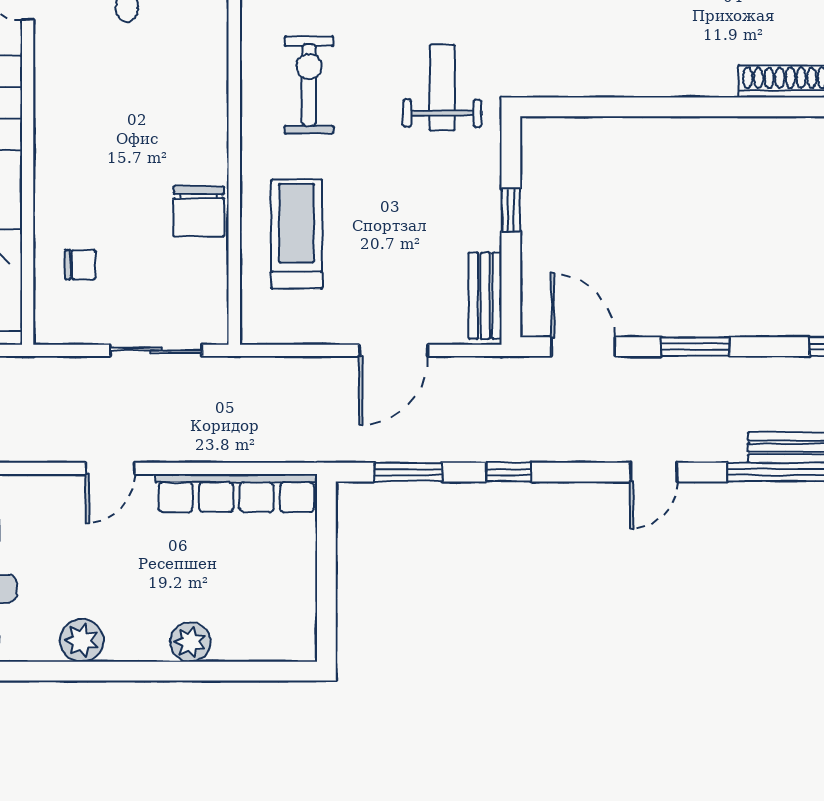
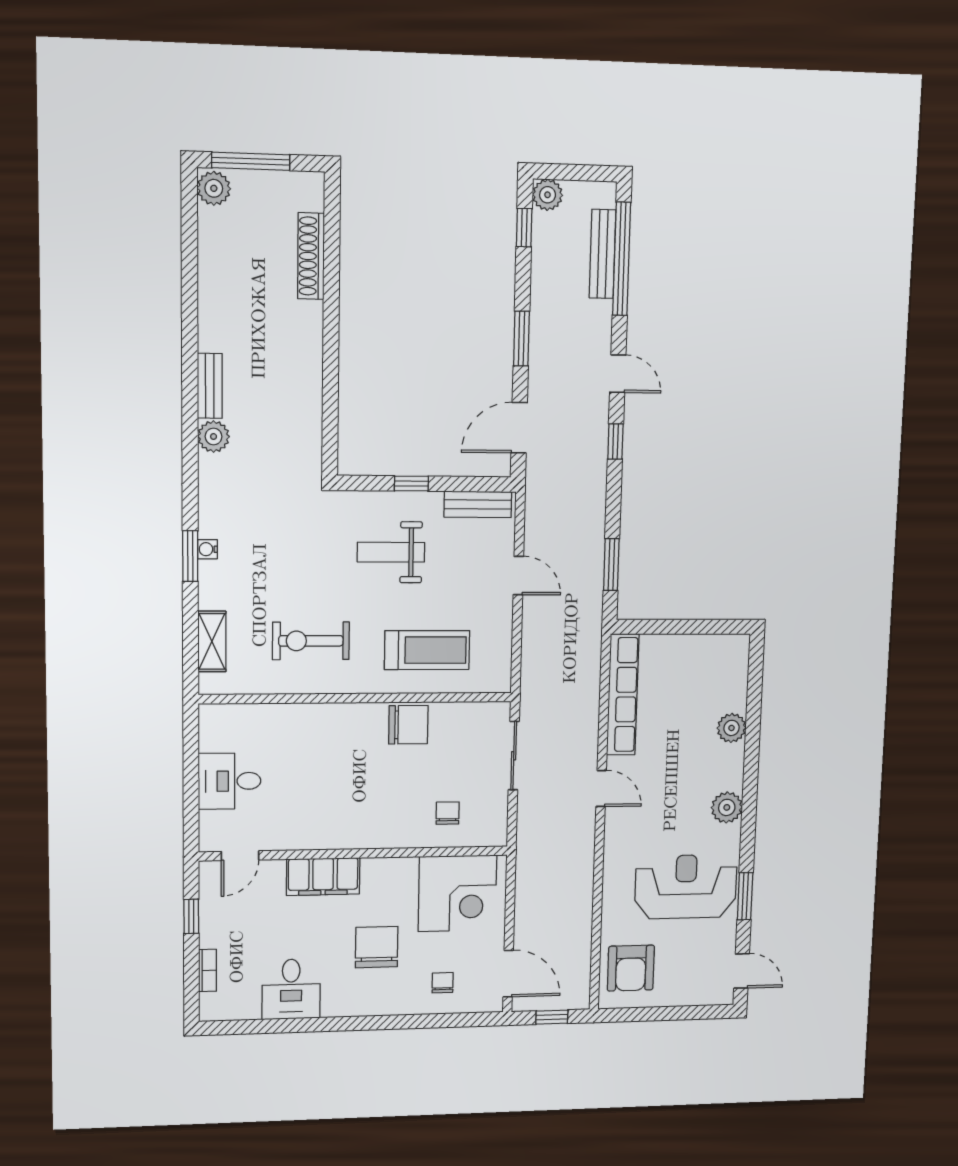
weight bench: (442, 88) -> (391, 552), moved
treadmill: (297, 234) -> (427, 650), turned 180
door: (394, 350) -> (518, 576), width x0.73
window: (508, 472) -> (615, 441), moved

